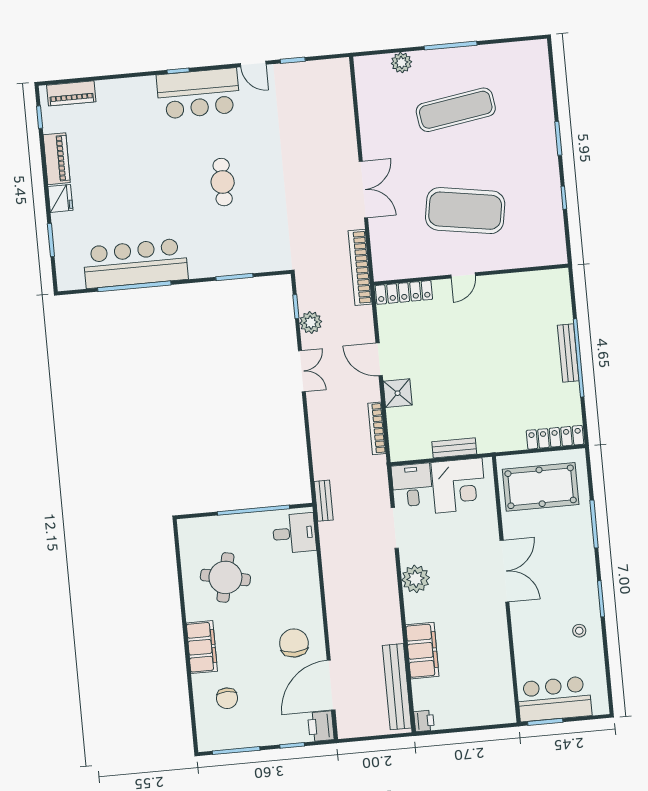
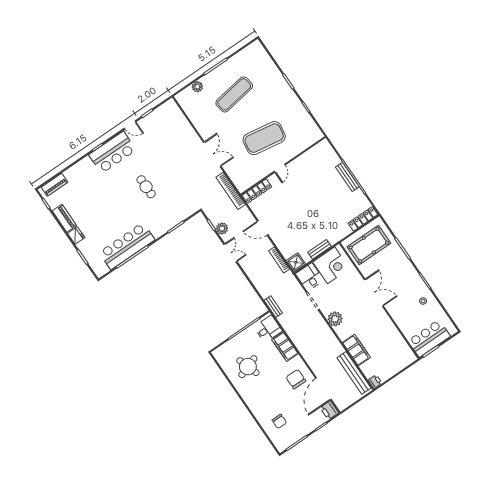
shower: (398, 393) -> (296, 262), moved
round table: (225, 577) -> (248, 367), turned -31
filing cabinet: (202, 647) -> (285, 347), moved, turned 180

